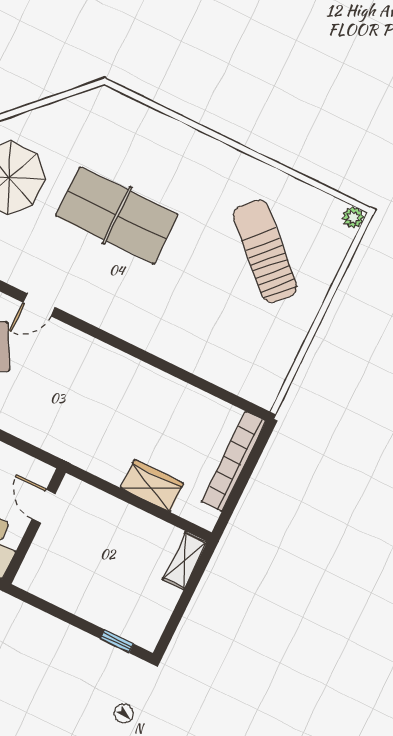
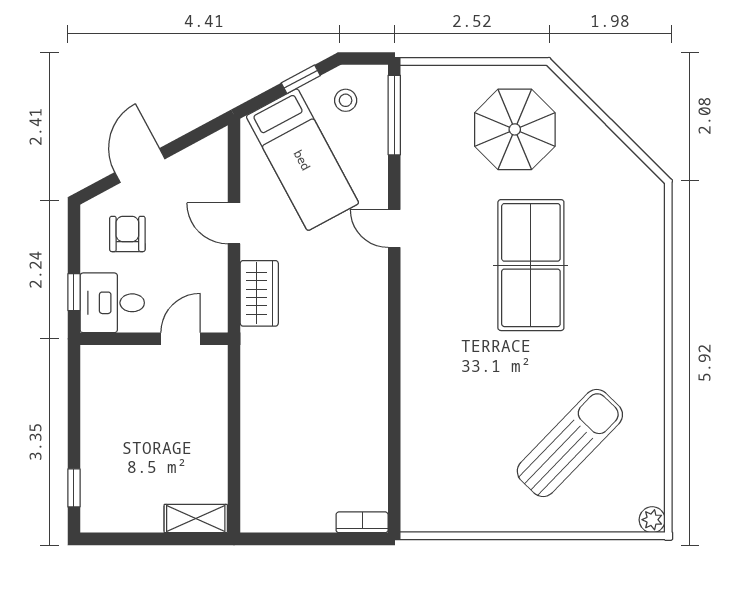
bookcase: (234, 461) -> (362, 522), width x0.43, depth x0.76
wardrobe: (152, 486) -> (259, 293), moved

